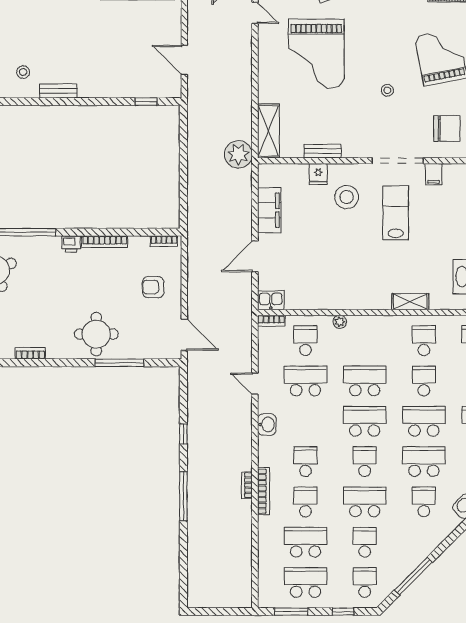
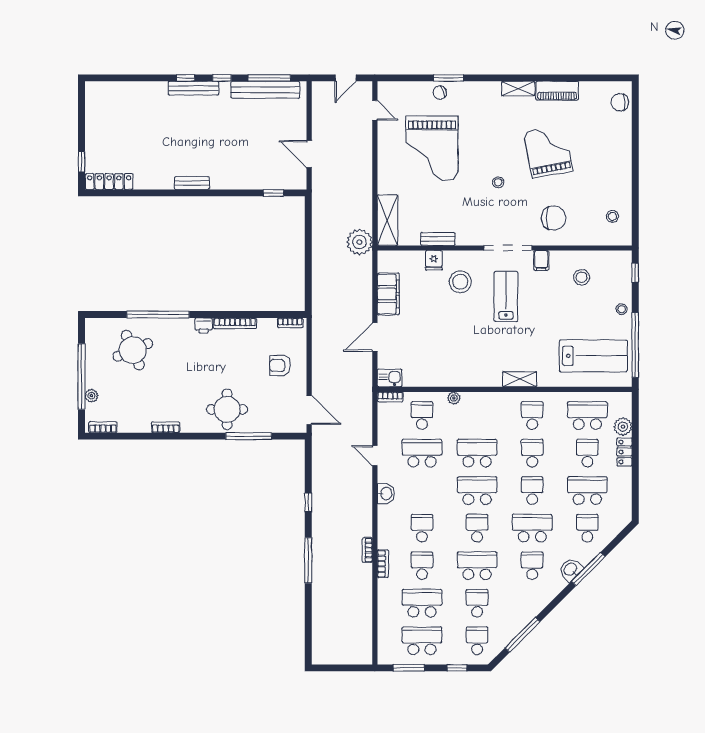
stool: (23, 72) -> (159, 165), removed
school desk: (424, 421) -> (532, 491), width x0.54
bookcase: (264, 491) -> (383, 564), width x0.64

